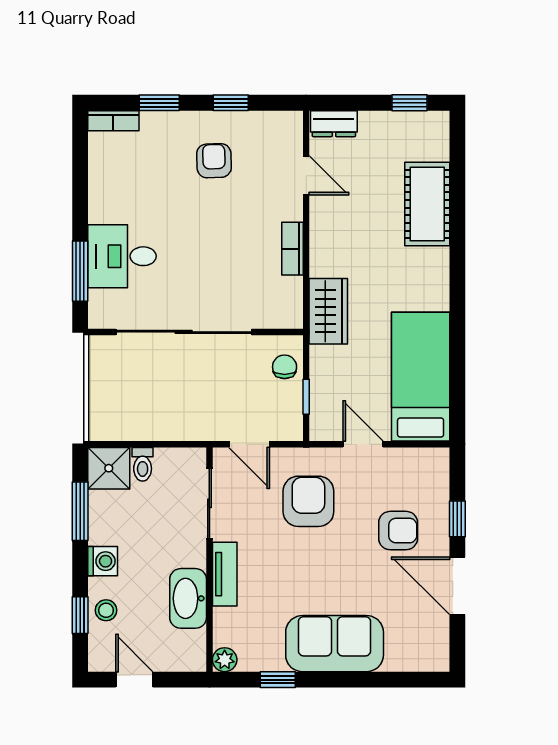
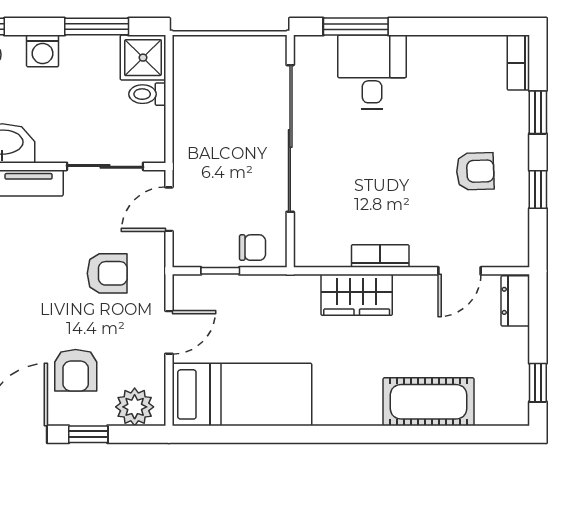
wardrobe: (328, 311) -> (357, 295), moved
plant: (432, 476) -> (135, 407), added
armchair: (308, 501) -> (107, 273), width x0.72, depth x0.72

